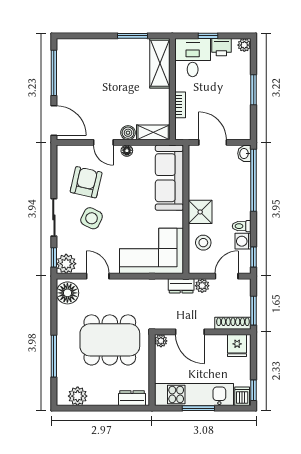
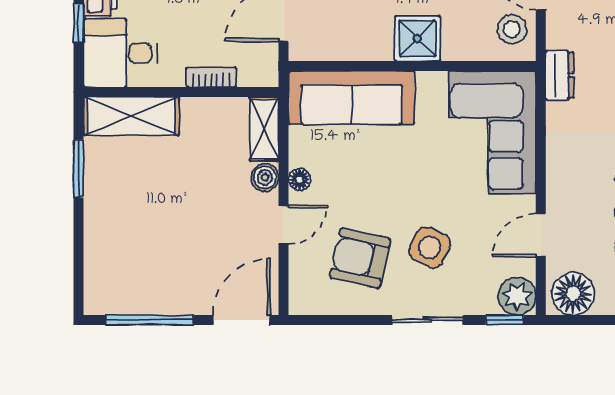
stool: (203, 243) -> (512, 29), moved
plant: (202, 286) -> (559, 35), removed

